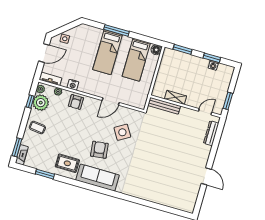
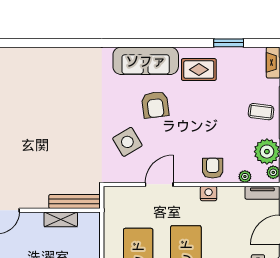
nightstand: (73, 85) -> (209, 193), moved

